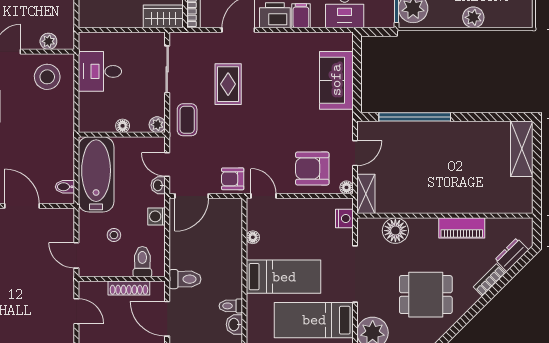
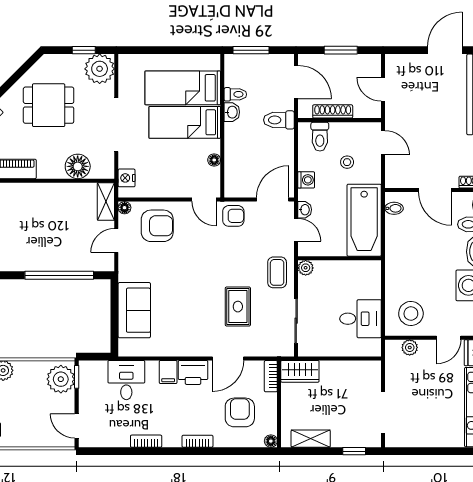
floor lamp: (123, 126) -> (339, 267), removed
bed: (314, 320) -> (183, 88), moved, turned 180
washbasin: (234, 324) -> (232, 112), moved

